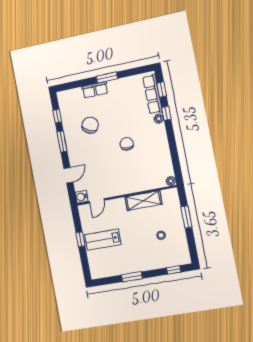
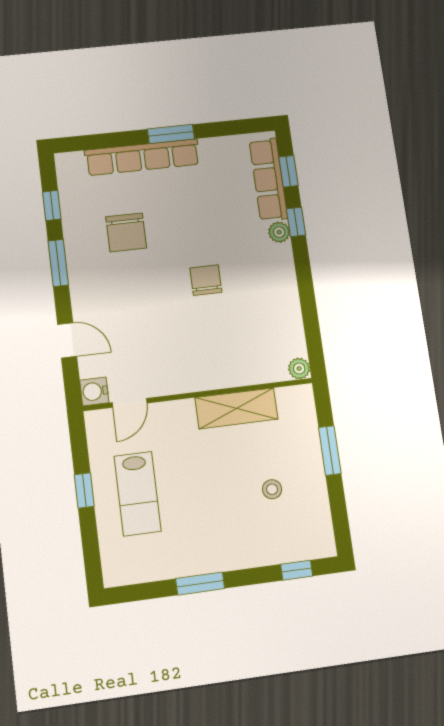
row of seats: (95, 90) -> (142, 157), width x2.02
chair: (90, 125) -> (126, 232), turned 153
door: (68, 175) -> (67, 340), hinge flipped
lab bench: (103, 240) -> (138, 494), turned -90

